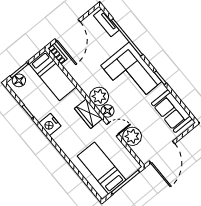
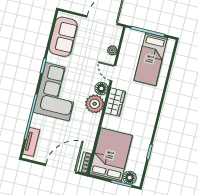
bed: (53, 75) -> (111, 155), width x1.50
nightstand: (50, 125) -> (147, 126), removed
plant: (132, 136) -> (112, 50), width x0.53, depth x0.53

